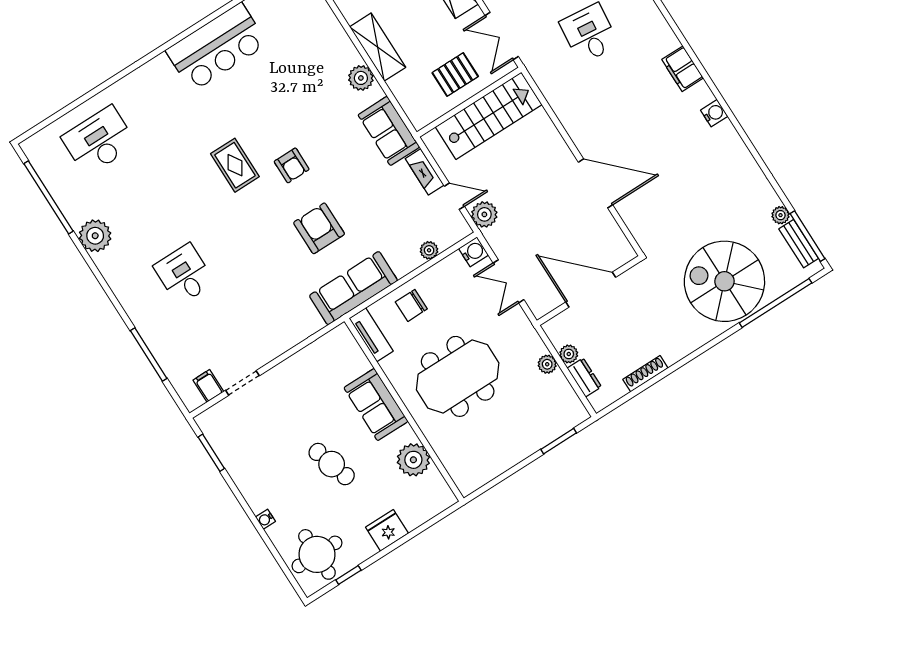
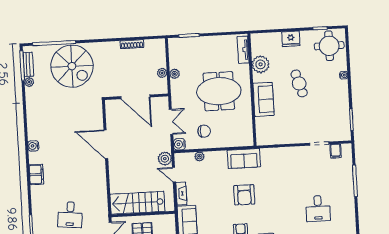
sofa: (353, 288) -> (244, 159), width x0.73
chair: (411, 305) -> (204, 131), moved
tv unit: (371, 335) -> (243, 50), moved
dresser: (584, 377) -> (161, 58), removed

